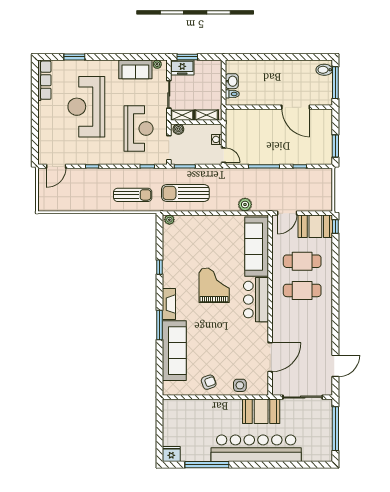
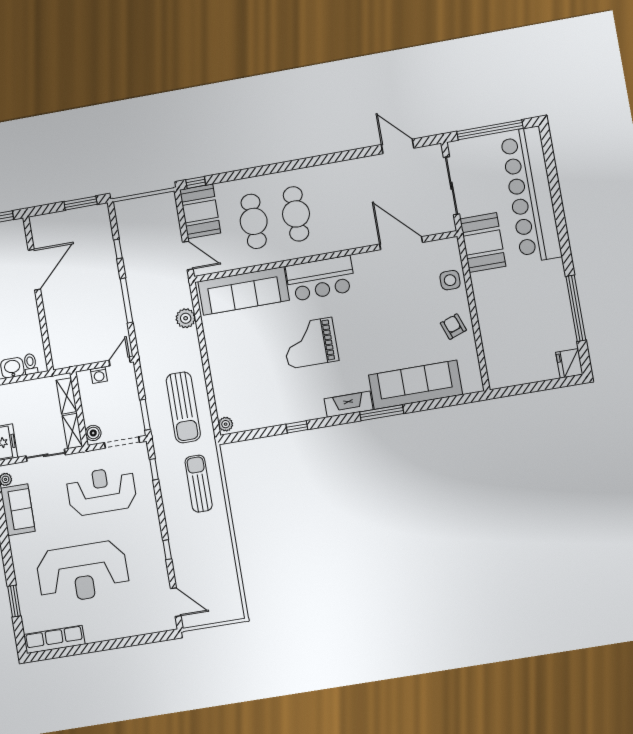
bar counter: (256, 448) -> (531, 195), moved

